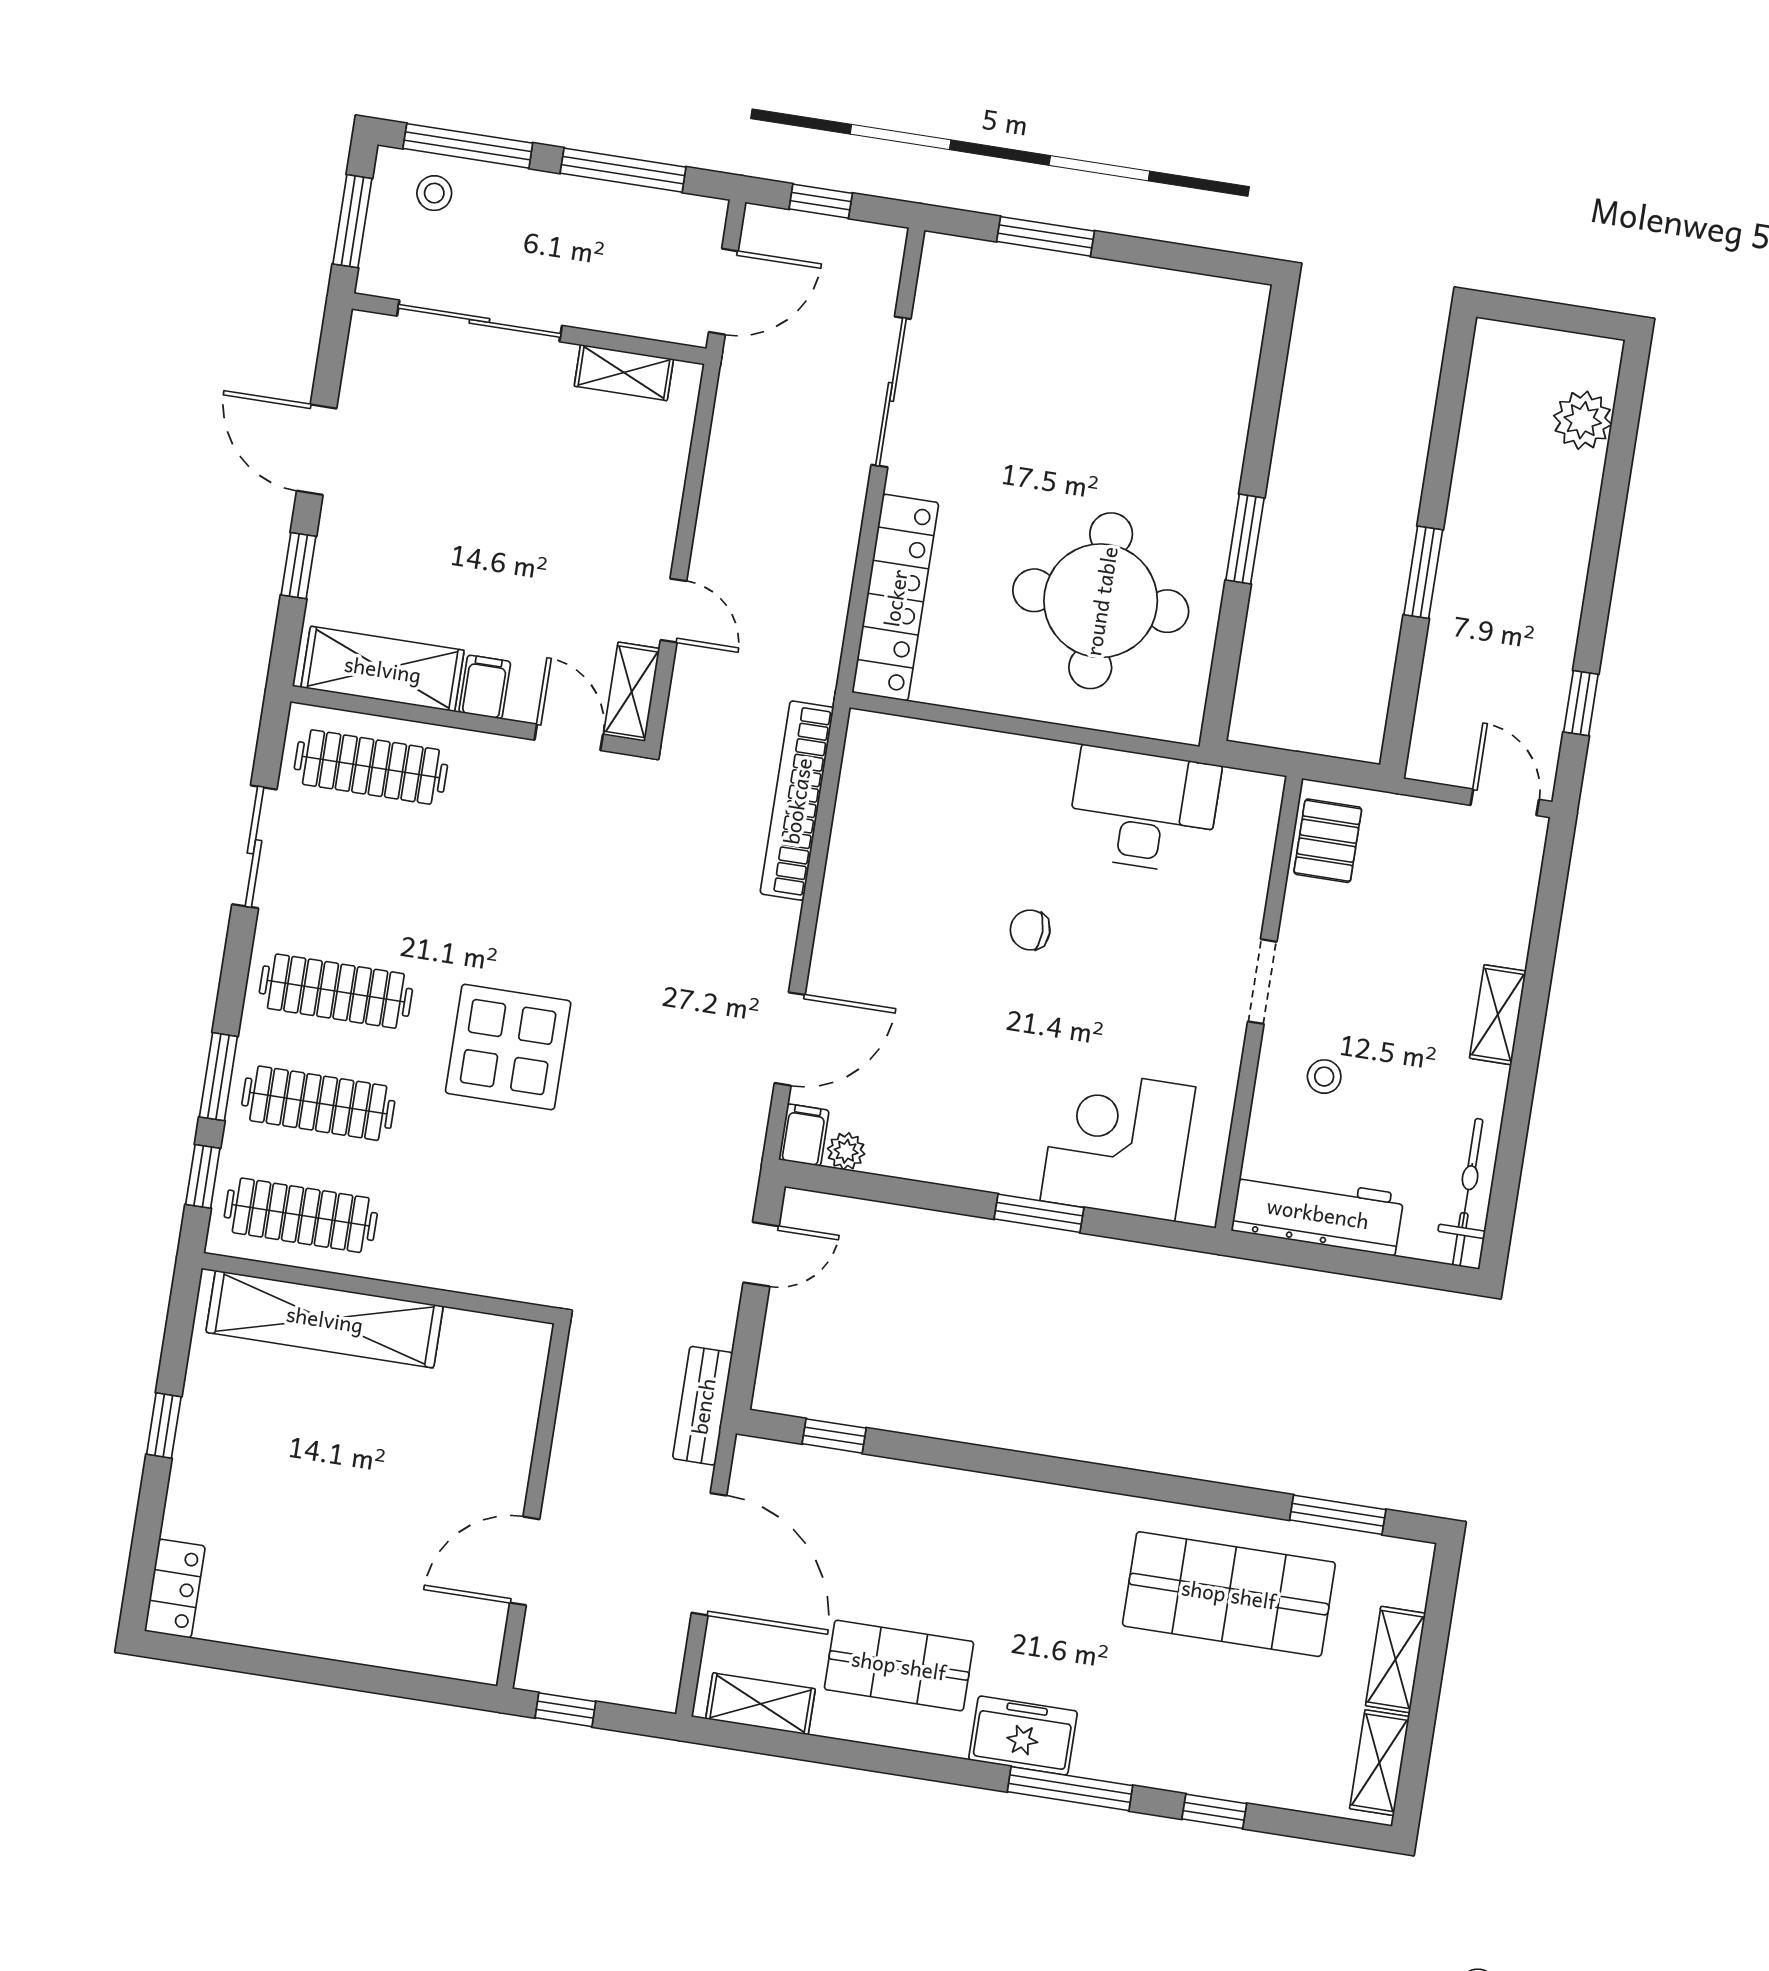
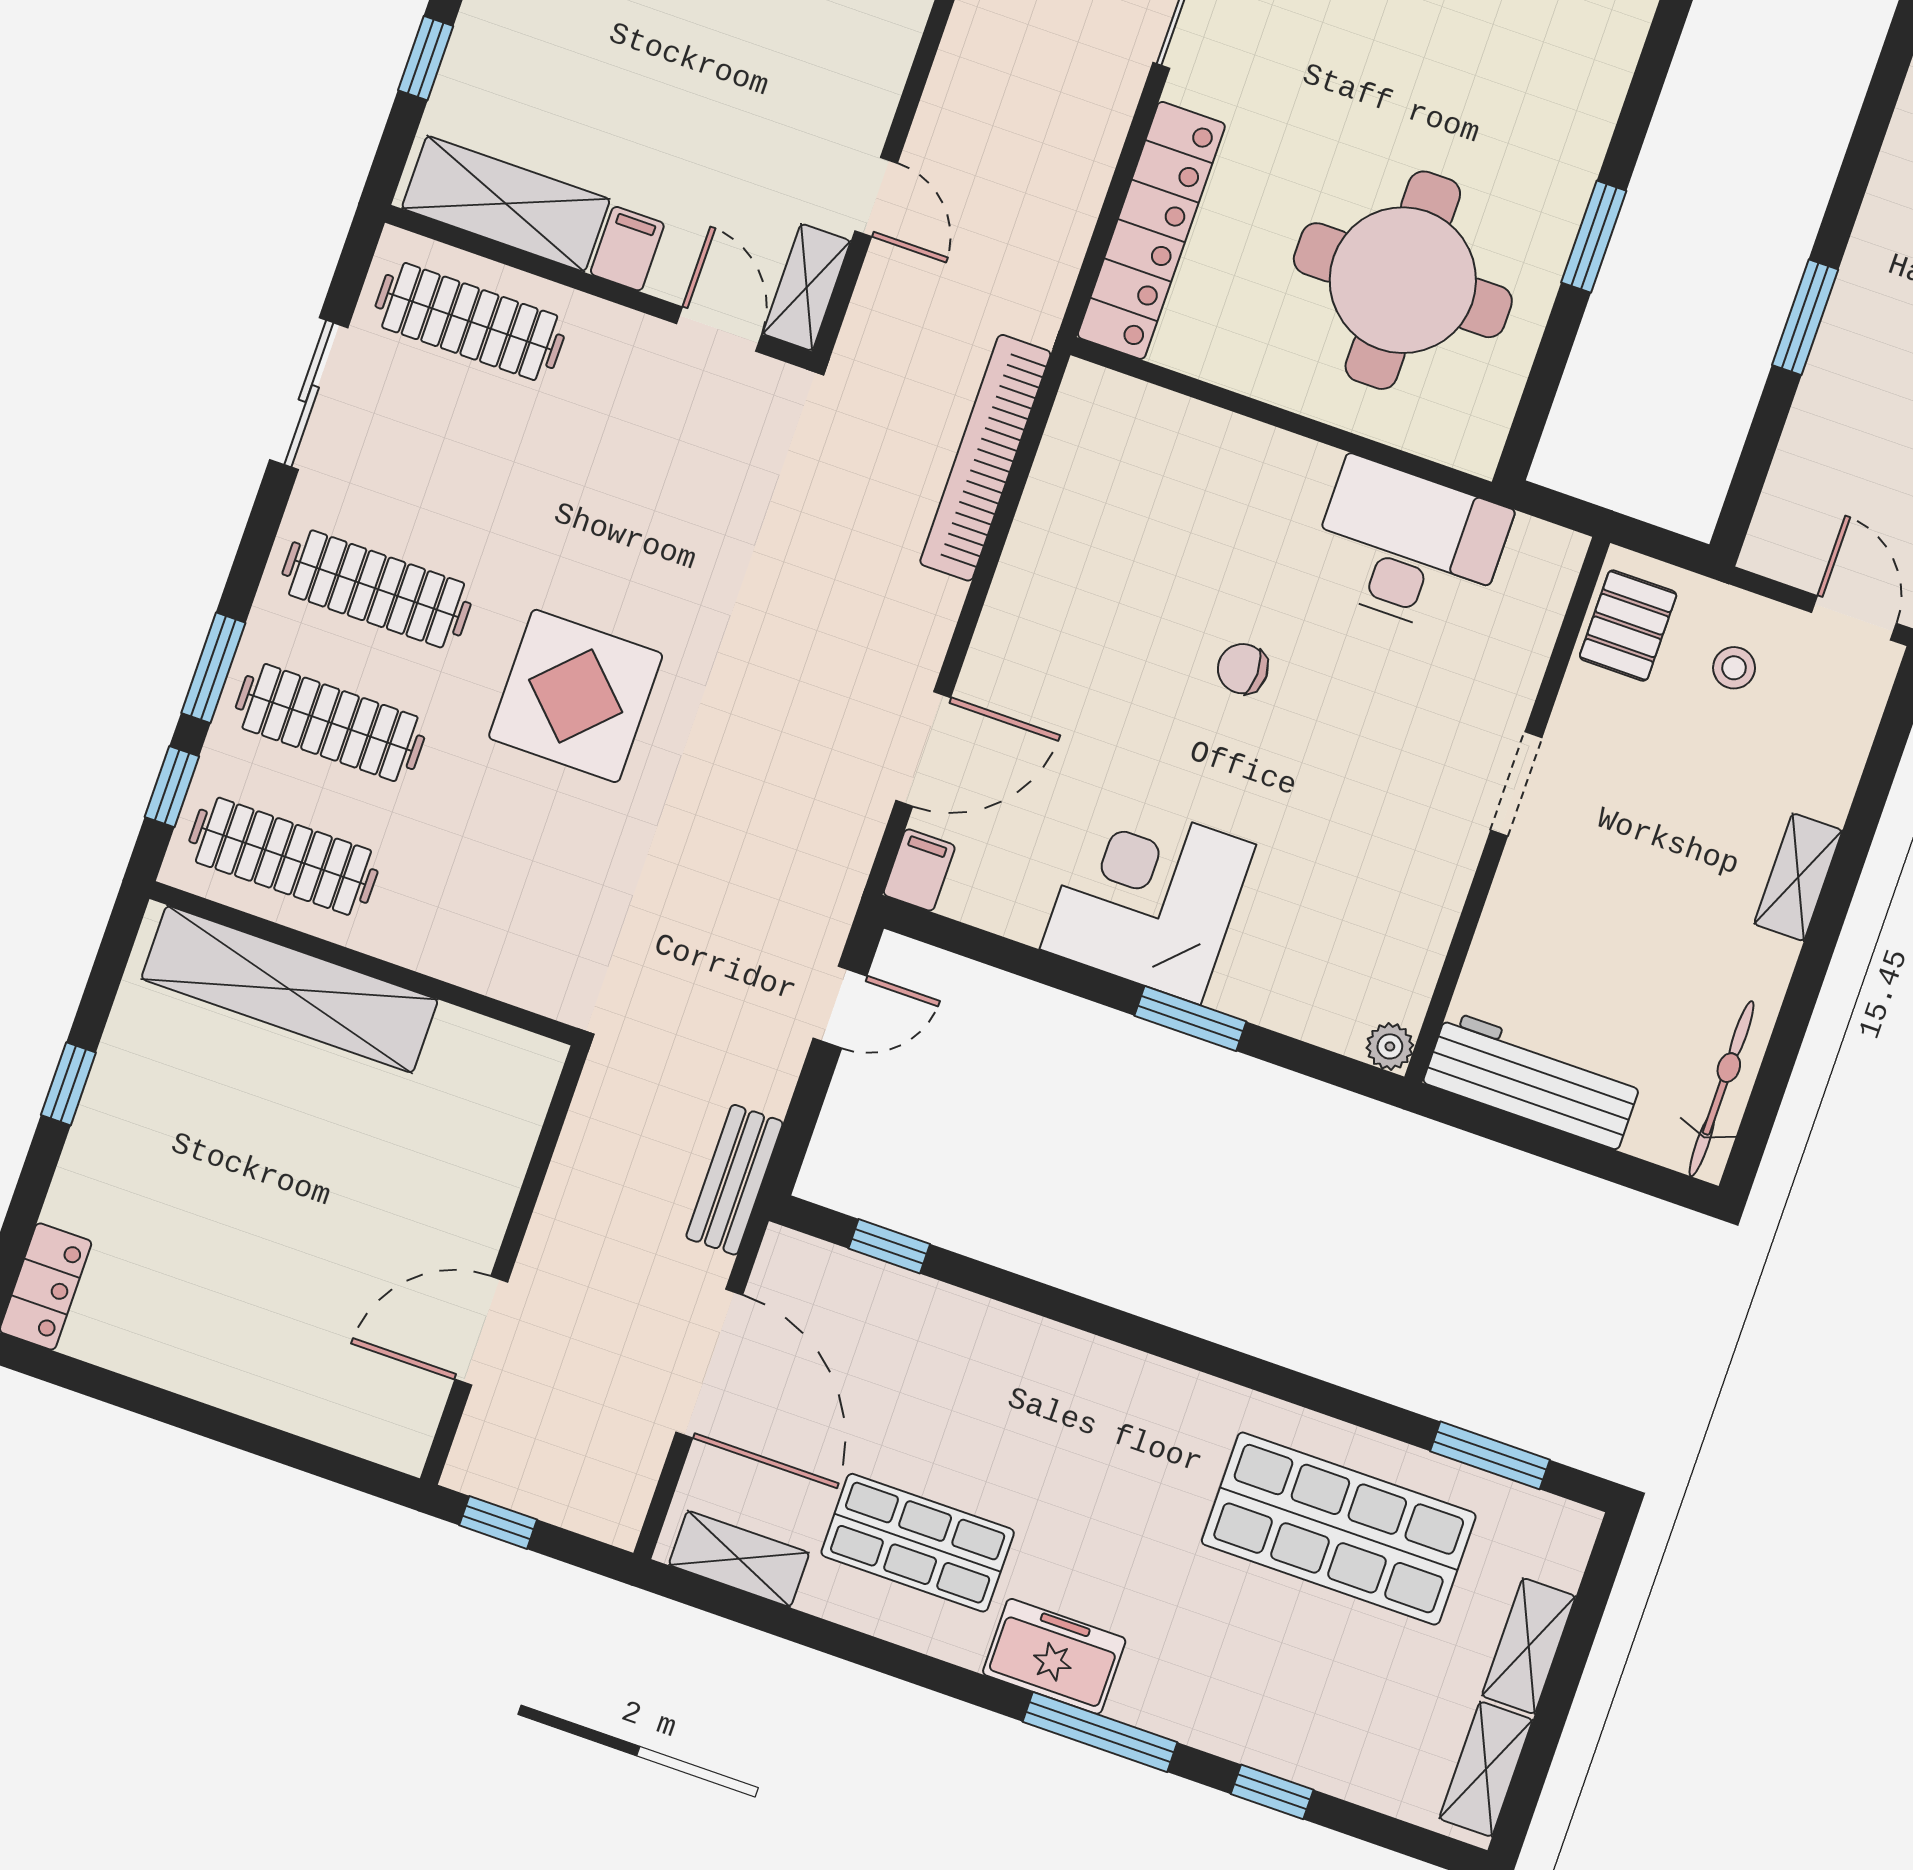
stool: (1324, 1077) -> (1734, 668), moved
corner desk: (1118, 1144) -> (1148, 897), moved
plant: (846, 1151) -> (1390, 1046), moved

